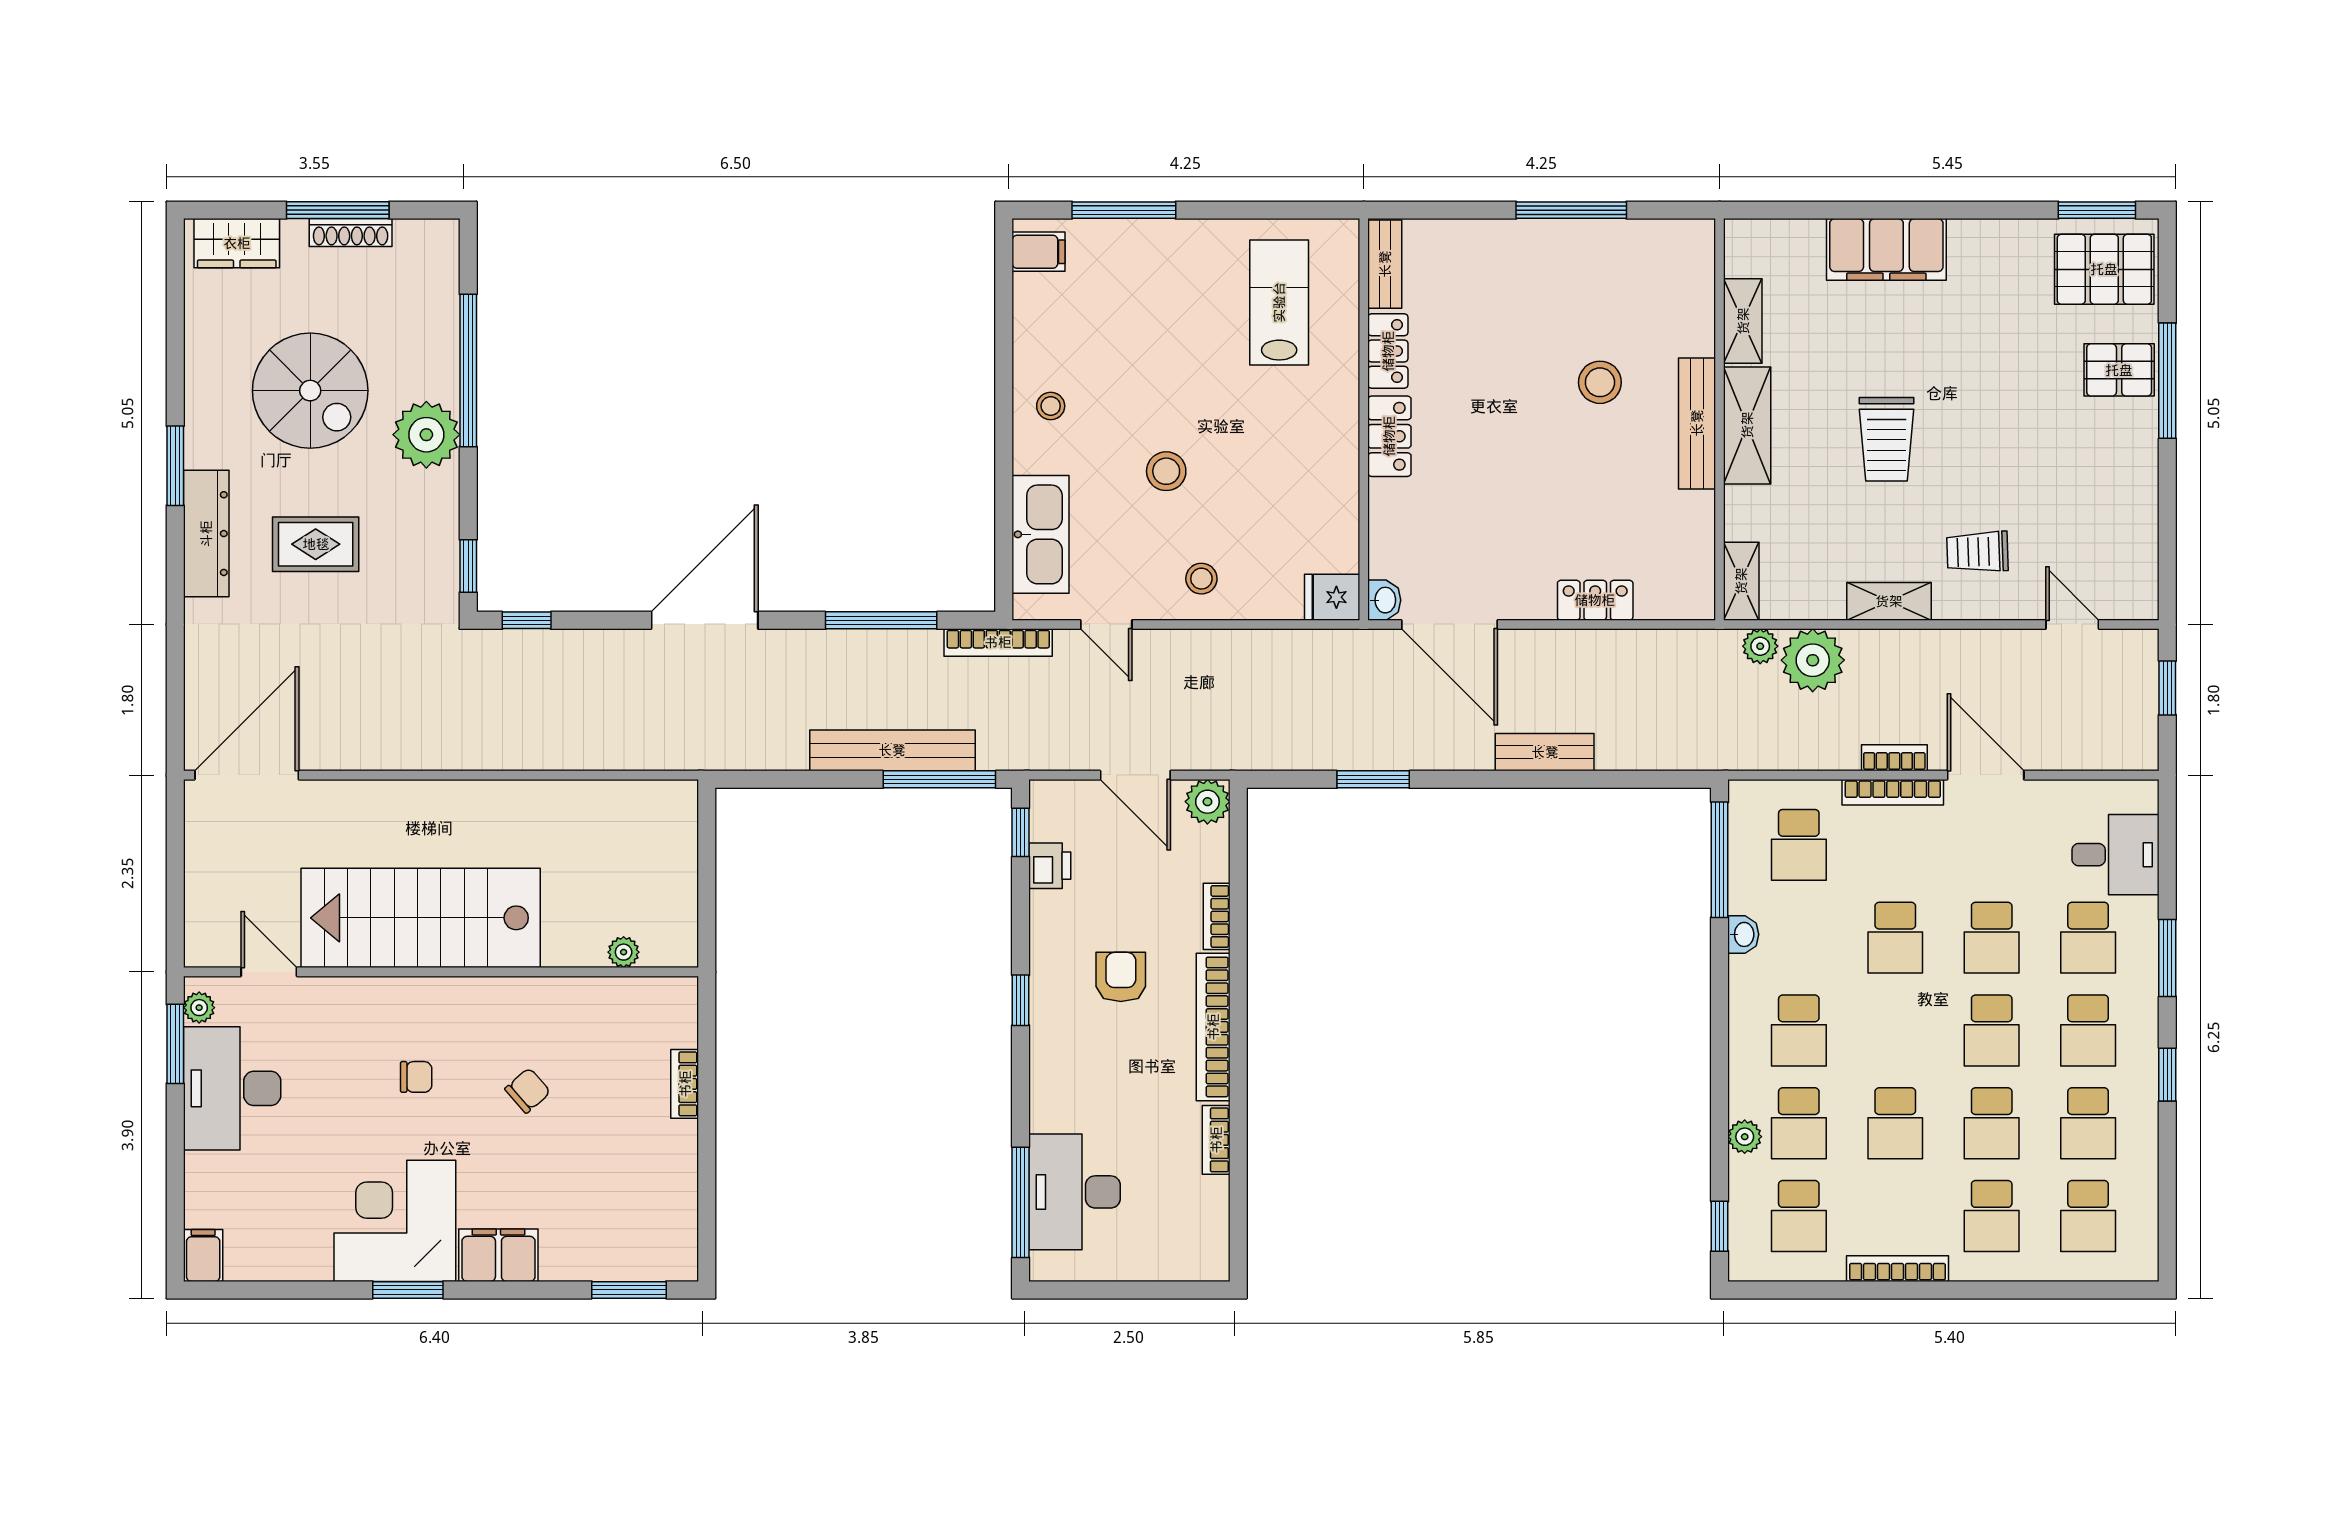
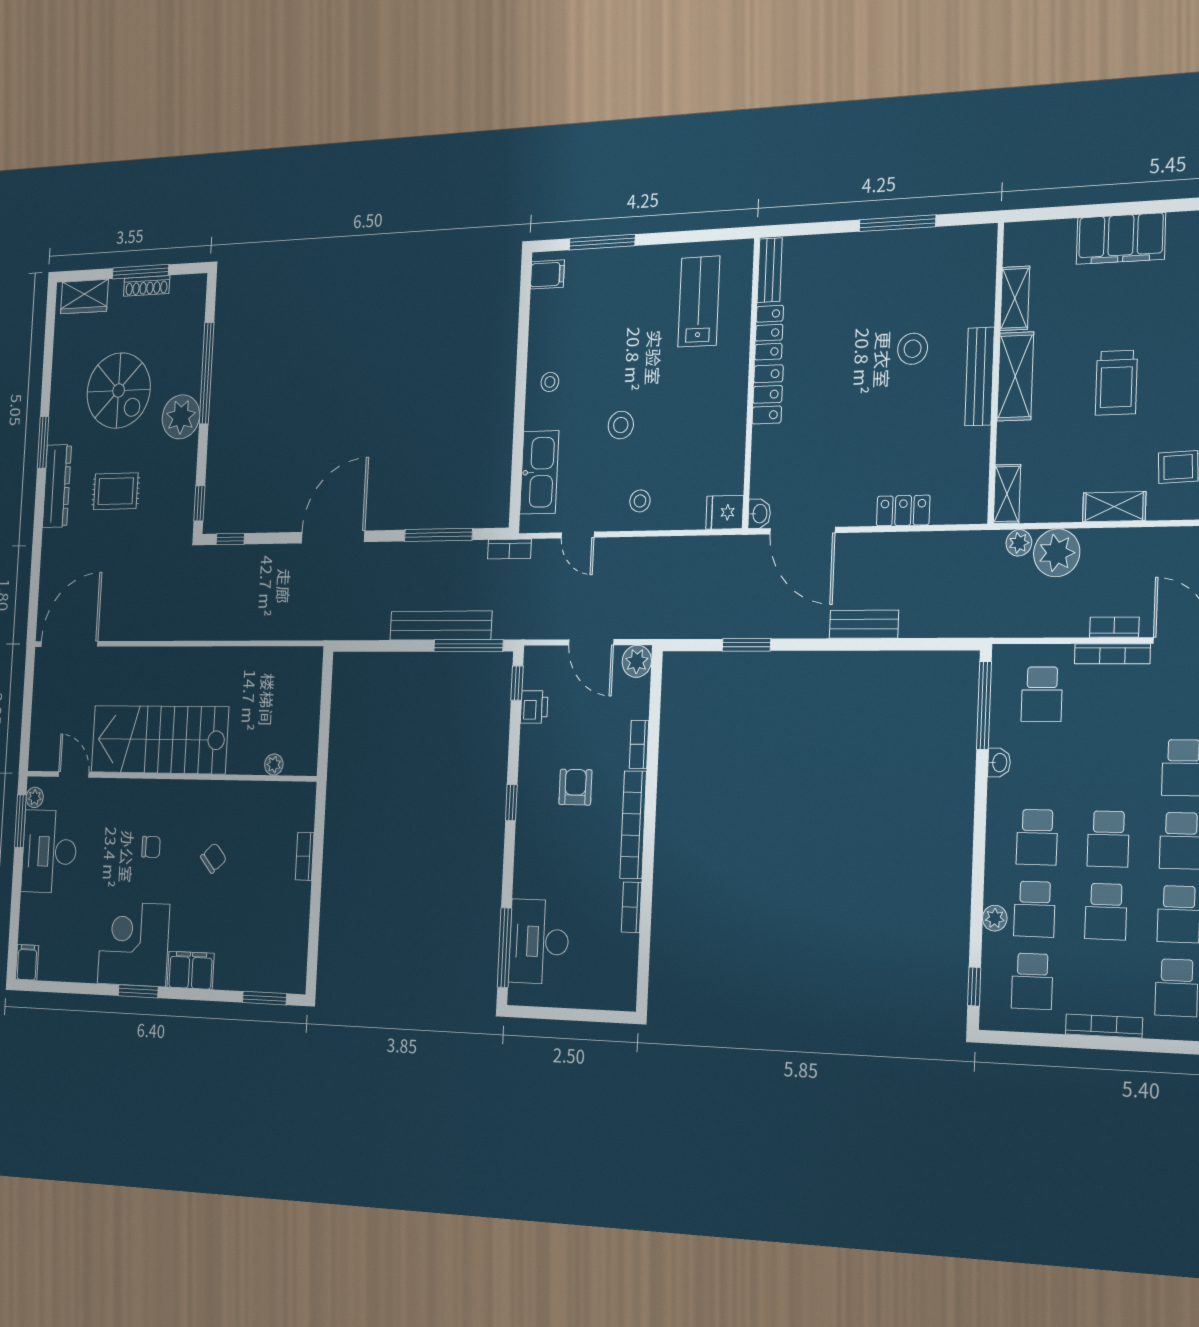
bookcase: (998, 642) -> (509, 549), width x0.64
school desk: (1895, 938) -> (1108, 839), moved

